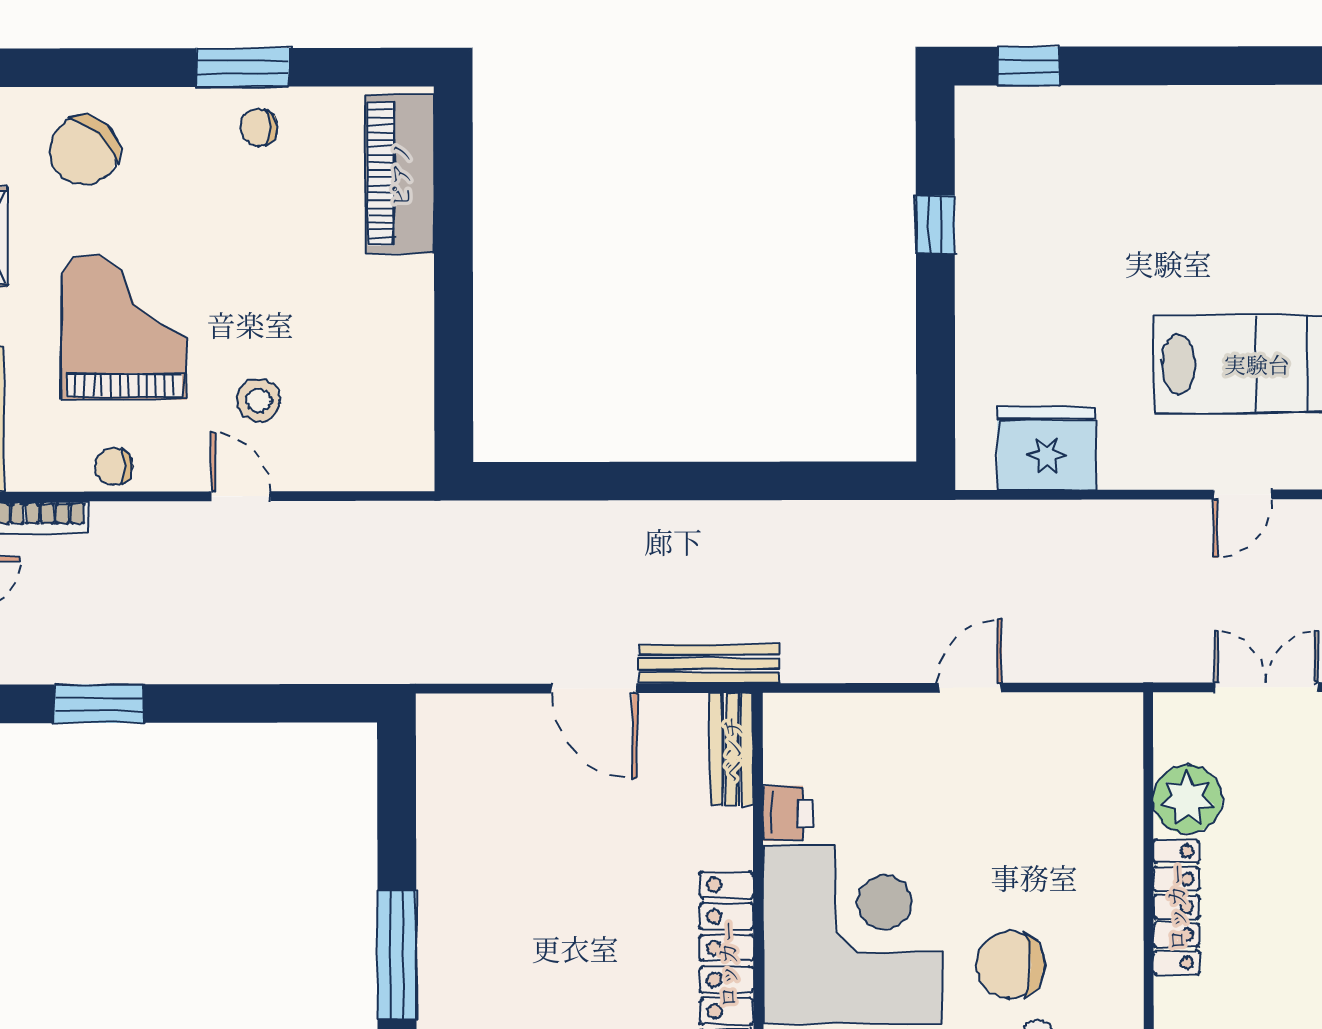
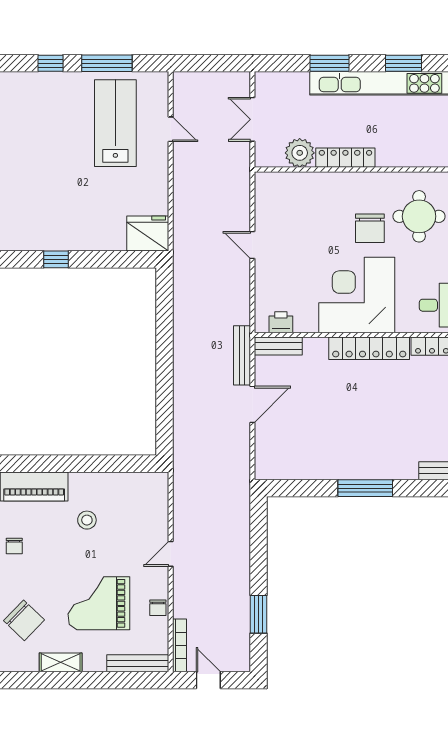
stool: (259, 400) -> (87, 520), moved
fridge: (1047, 448) -> (148, 234), moved, turned 90
printer: (788, 813) -> (281, 322), moved

